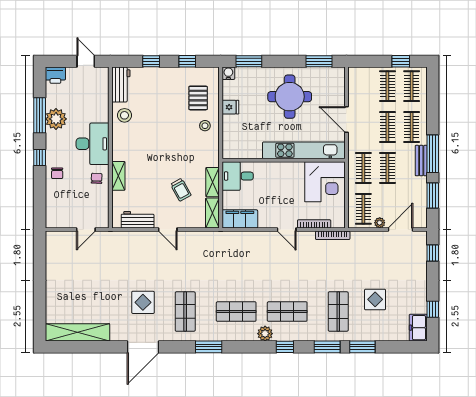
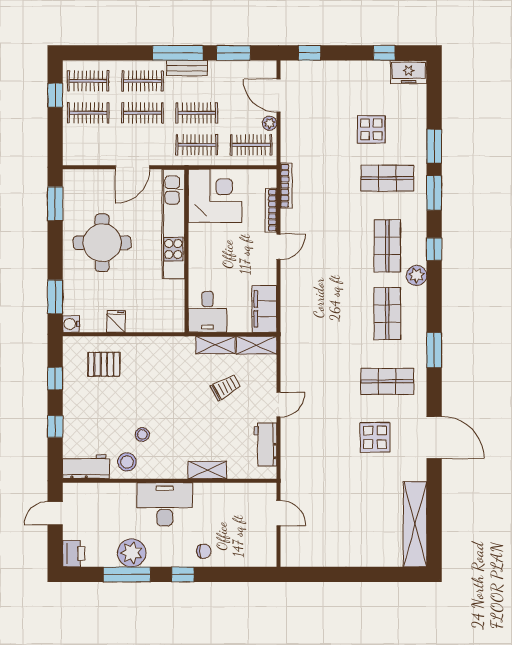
stool: (205, 126) -> (142, 435), moved
chair: (97, 178) -> (211, 499), removed

